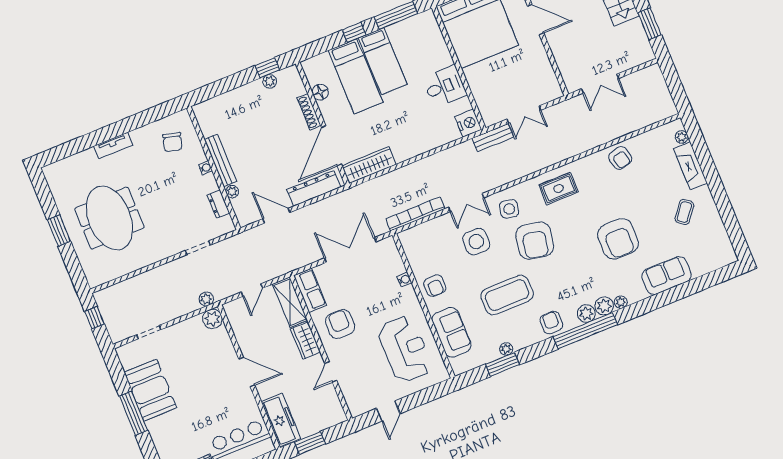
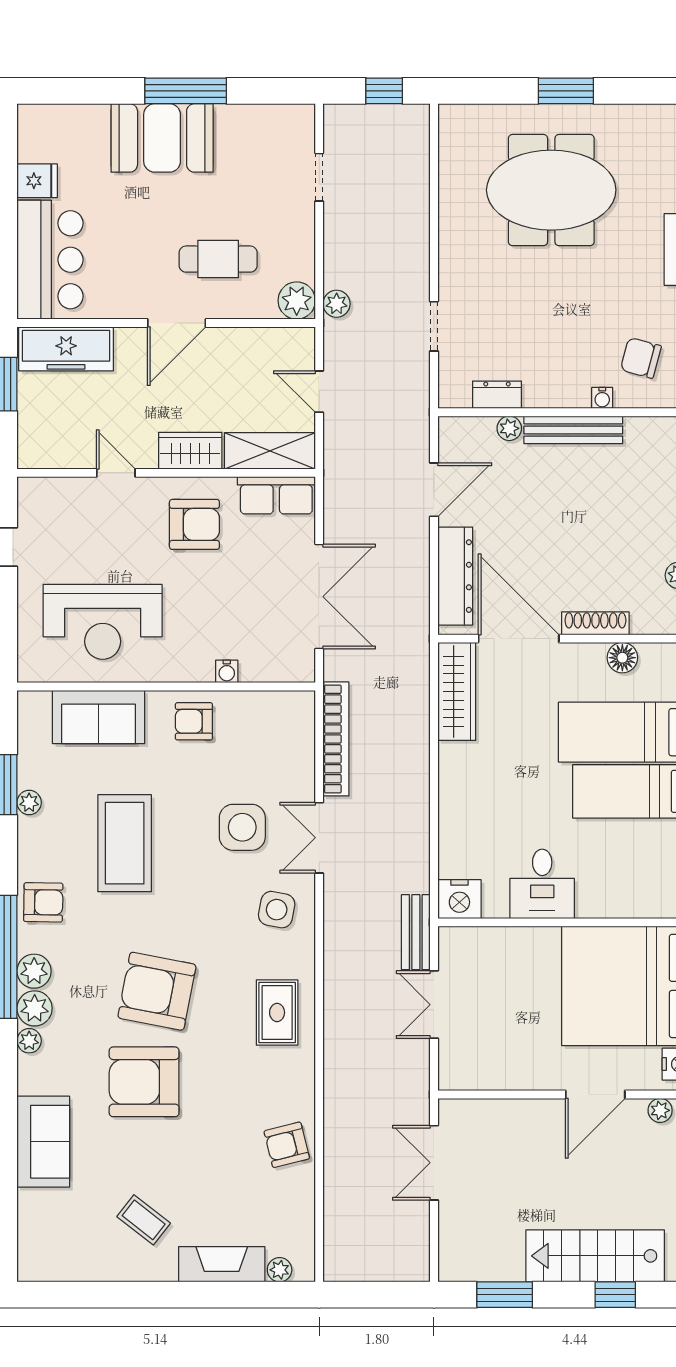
water cooler: (205, 168) -> (602, 398), moved
armchair: (535, 241) -> (157, 991), moved
cafe table: (208, 365) -> (218, 259), added
booth: (150, 390) -> (162, 138), moved

